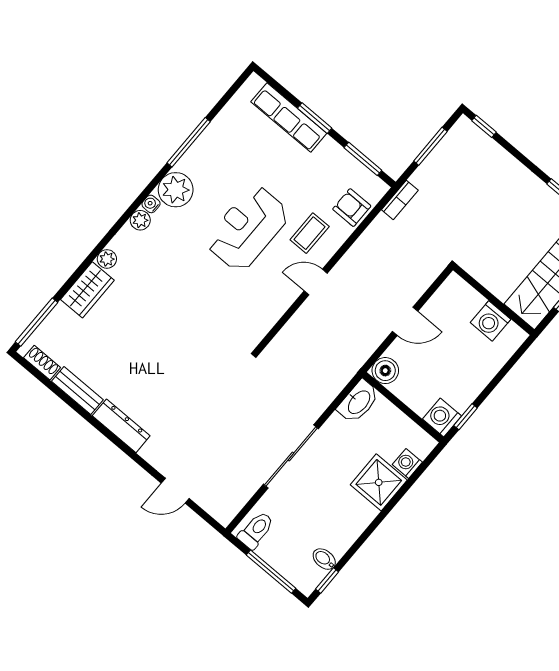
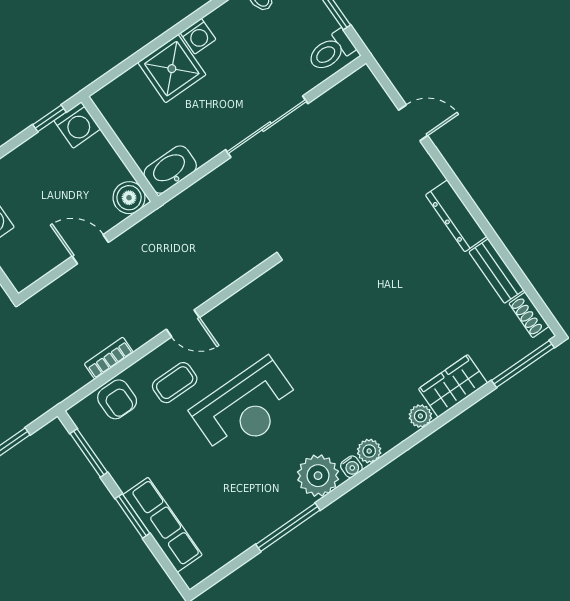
bookcase: (400, 200) -> (109, 358), moved
washing machine: (407, 463) -> (198, 36), moved

